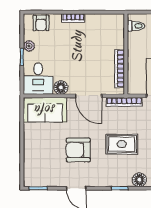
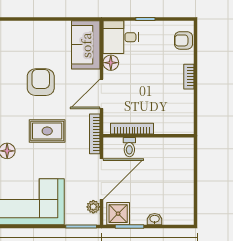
toilet: (136, 26) -> (129, 147), moved
plant: (29, 46) -> (158, 27), removed
rug: (122, 144) -> (47, 131), turned 90

